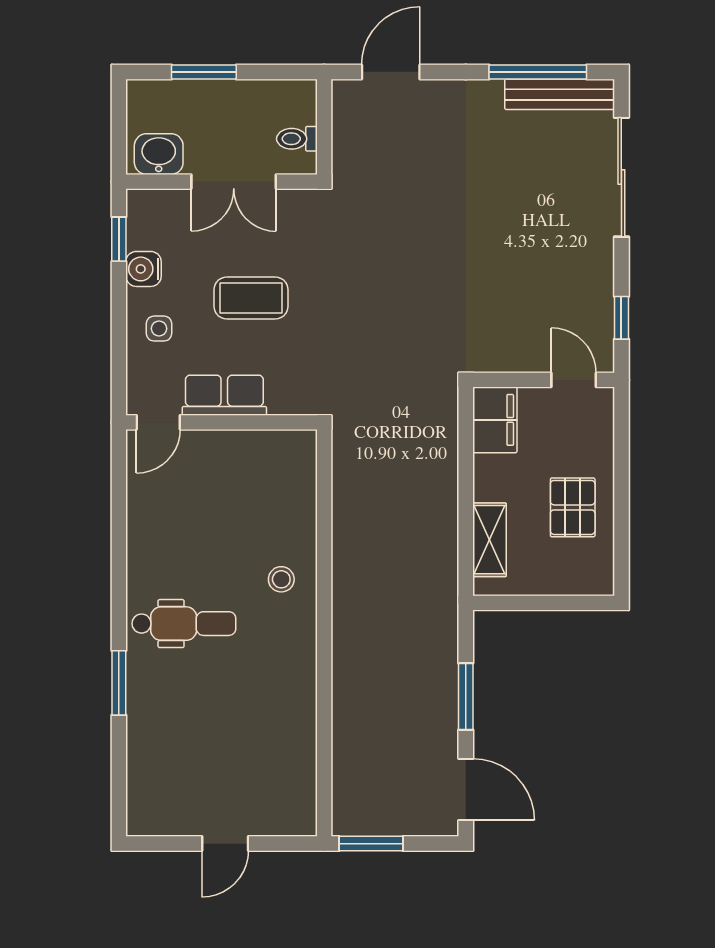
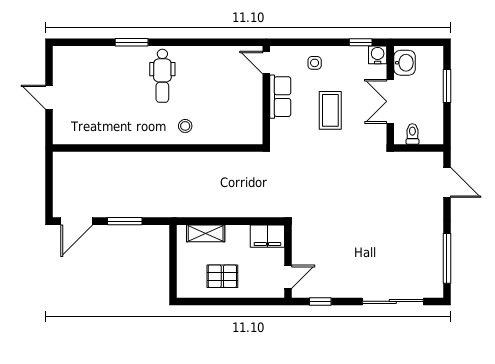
bench: (560, 94) -> (435, 270), removed
water cooler: (144, 269) -> (378, 55), moved
window: (371, 844) -> (49, 172), removed

